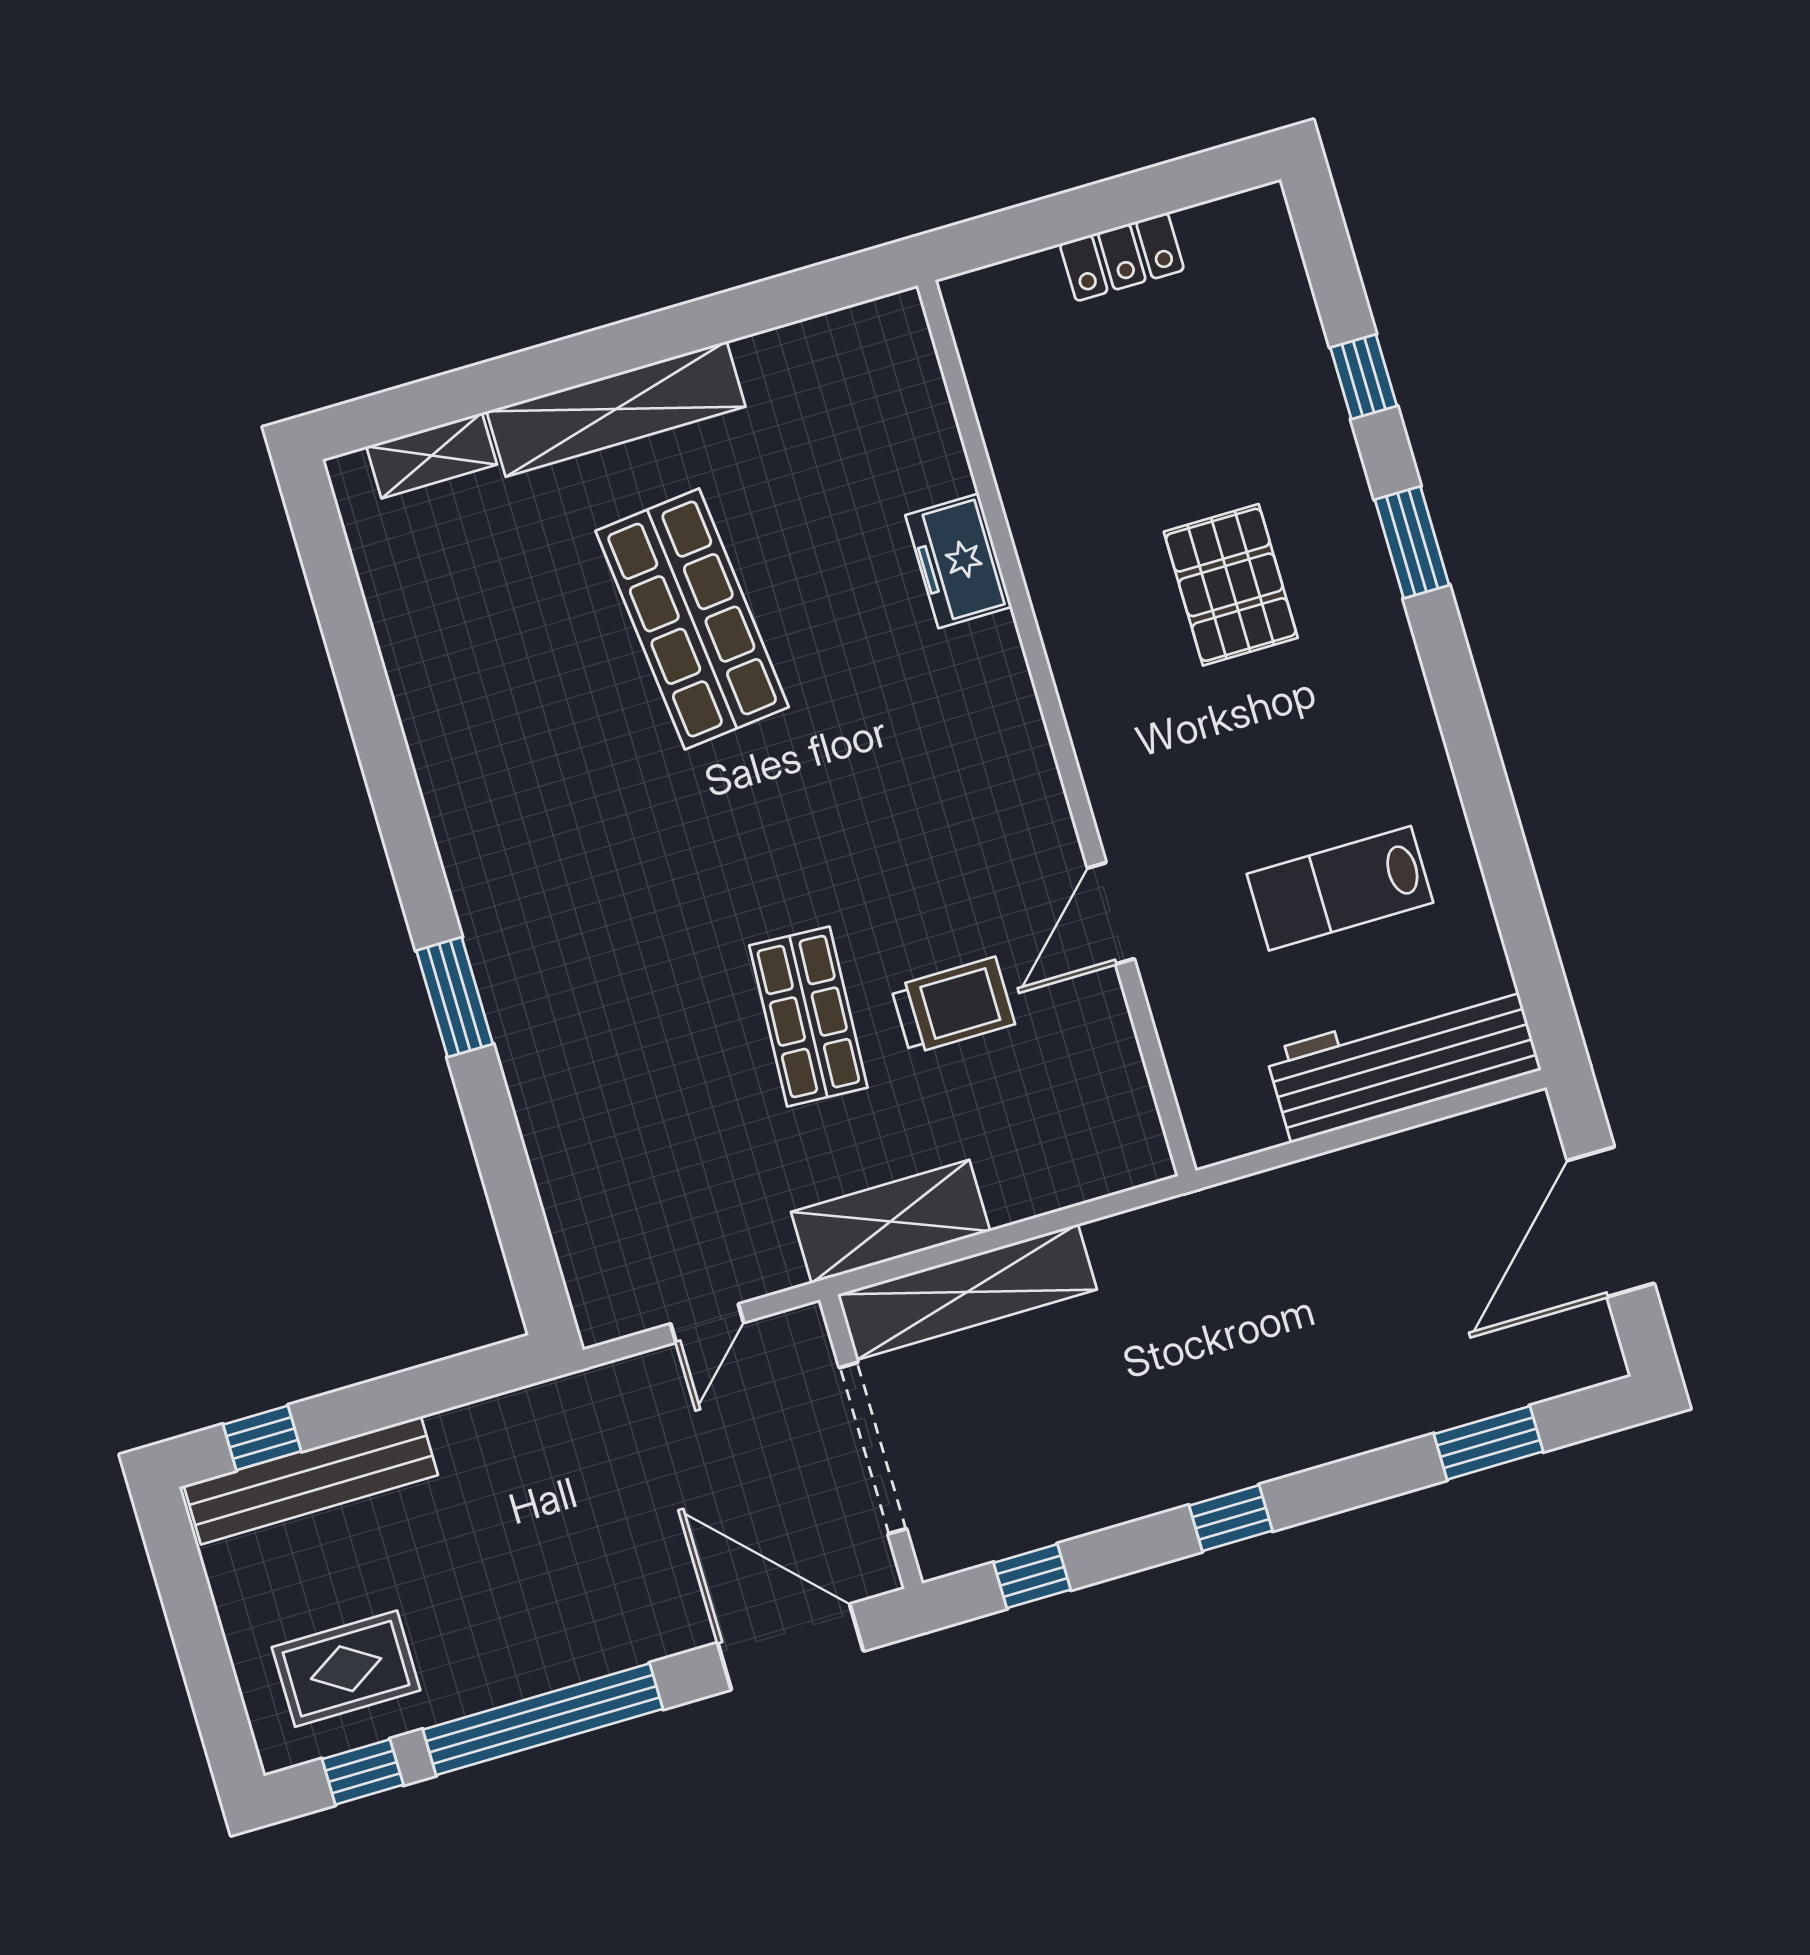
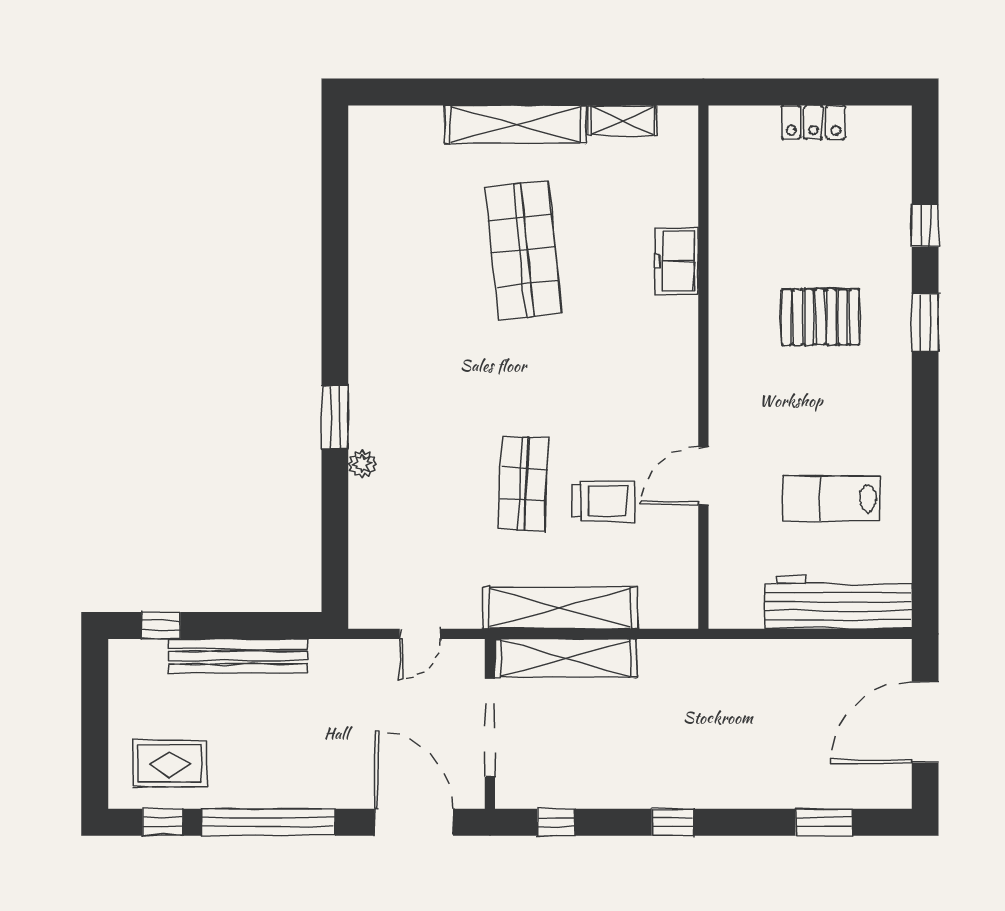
shelving: (432, 456) -> (623, 121), moved
pallet: (1231, 585) -> (820, 317), turned 90
plant: (524, 1062) -> (362, 464), added
shelving: (891, 1222) -> (560, 608), width x1.47
bench: (311, 1480) -> (238, 656), moved

